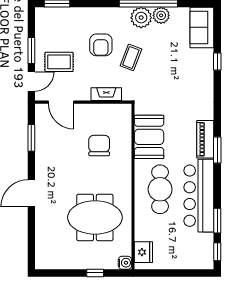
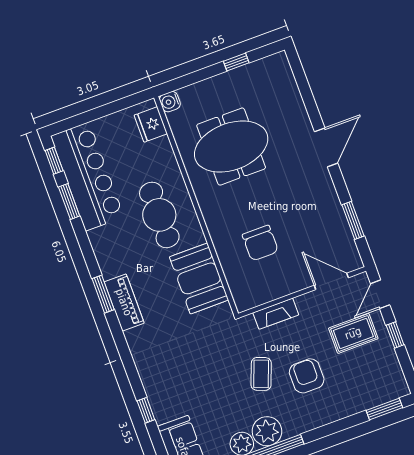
window: (31, 51) -> (395, 335), width x0.67
bar counter: (199, 196) -> (87, 176), moved
window: (95, 273) -> (236, 62), moved

